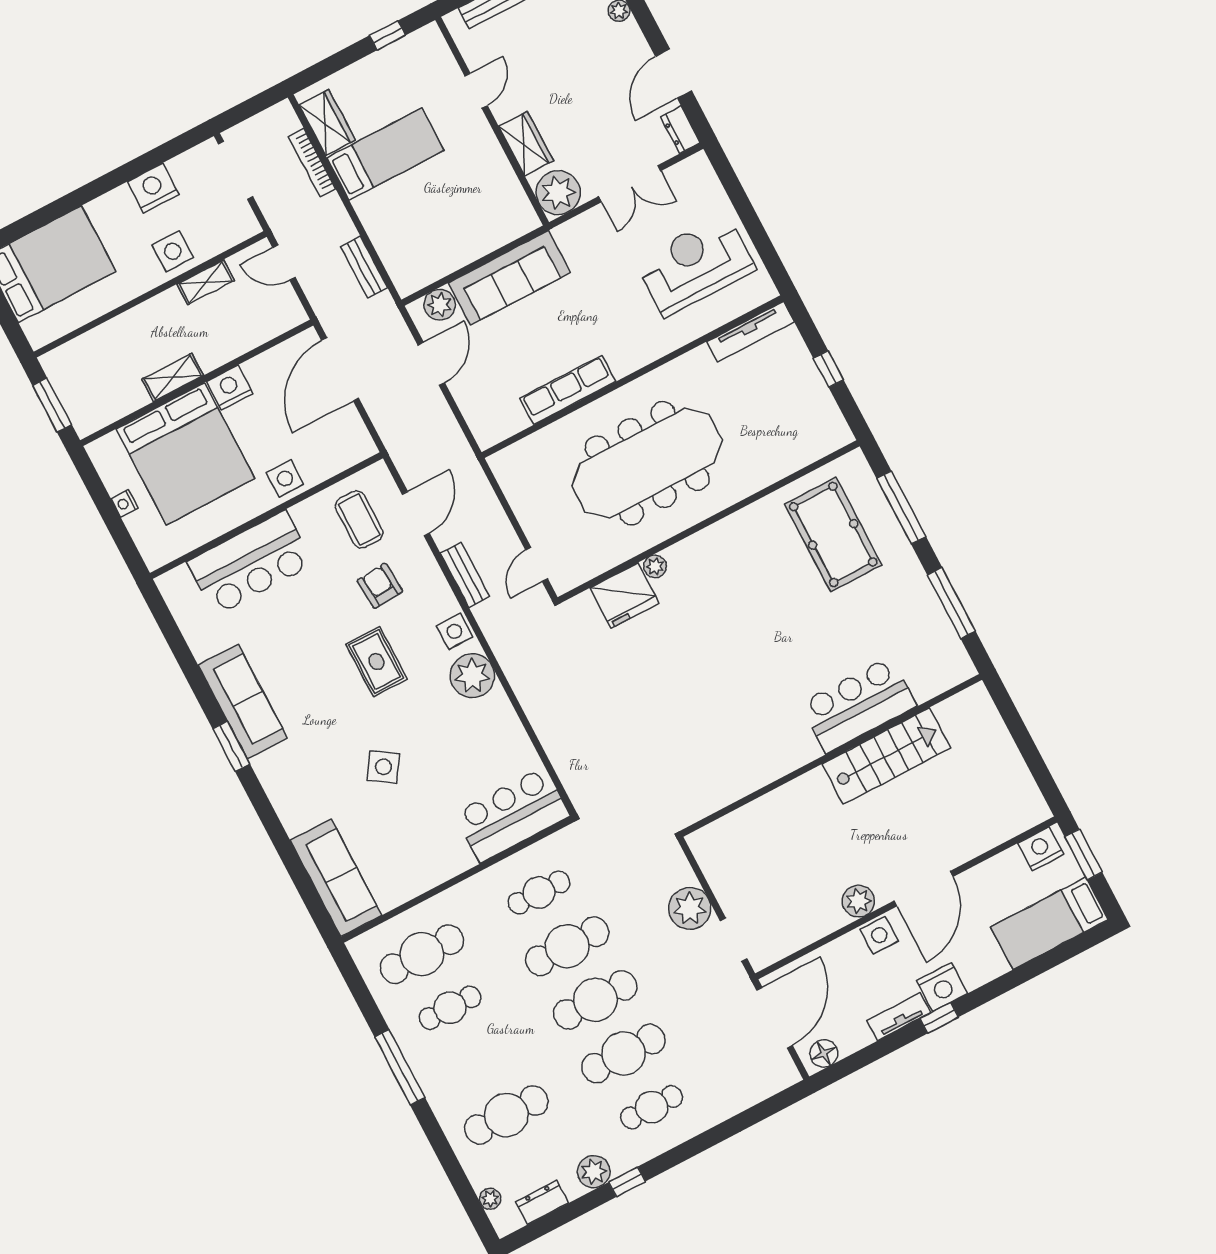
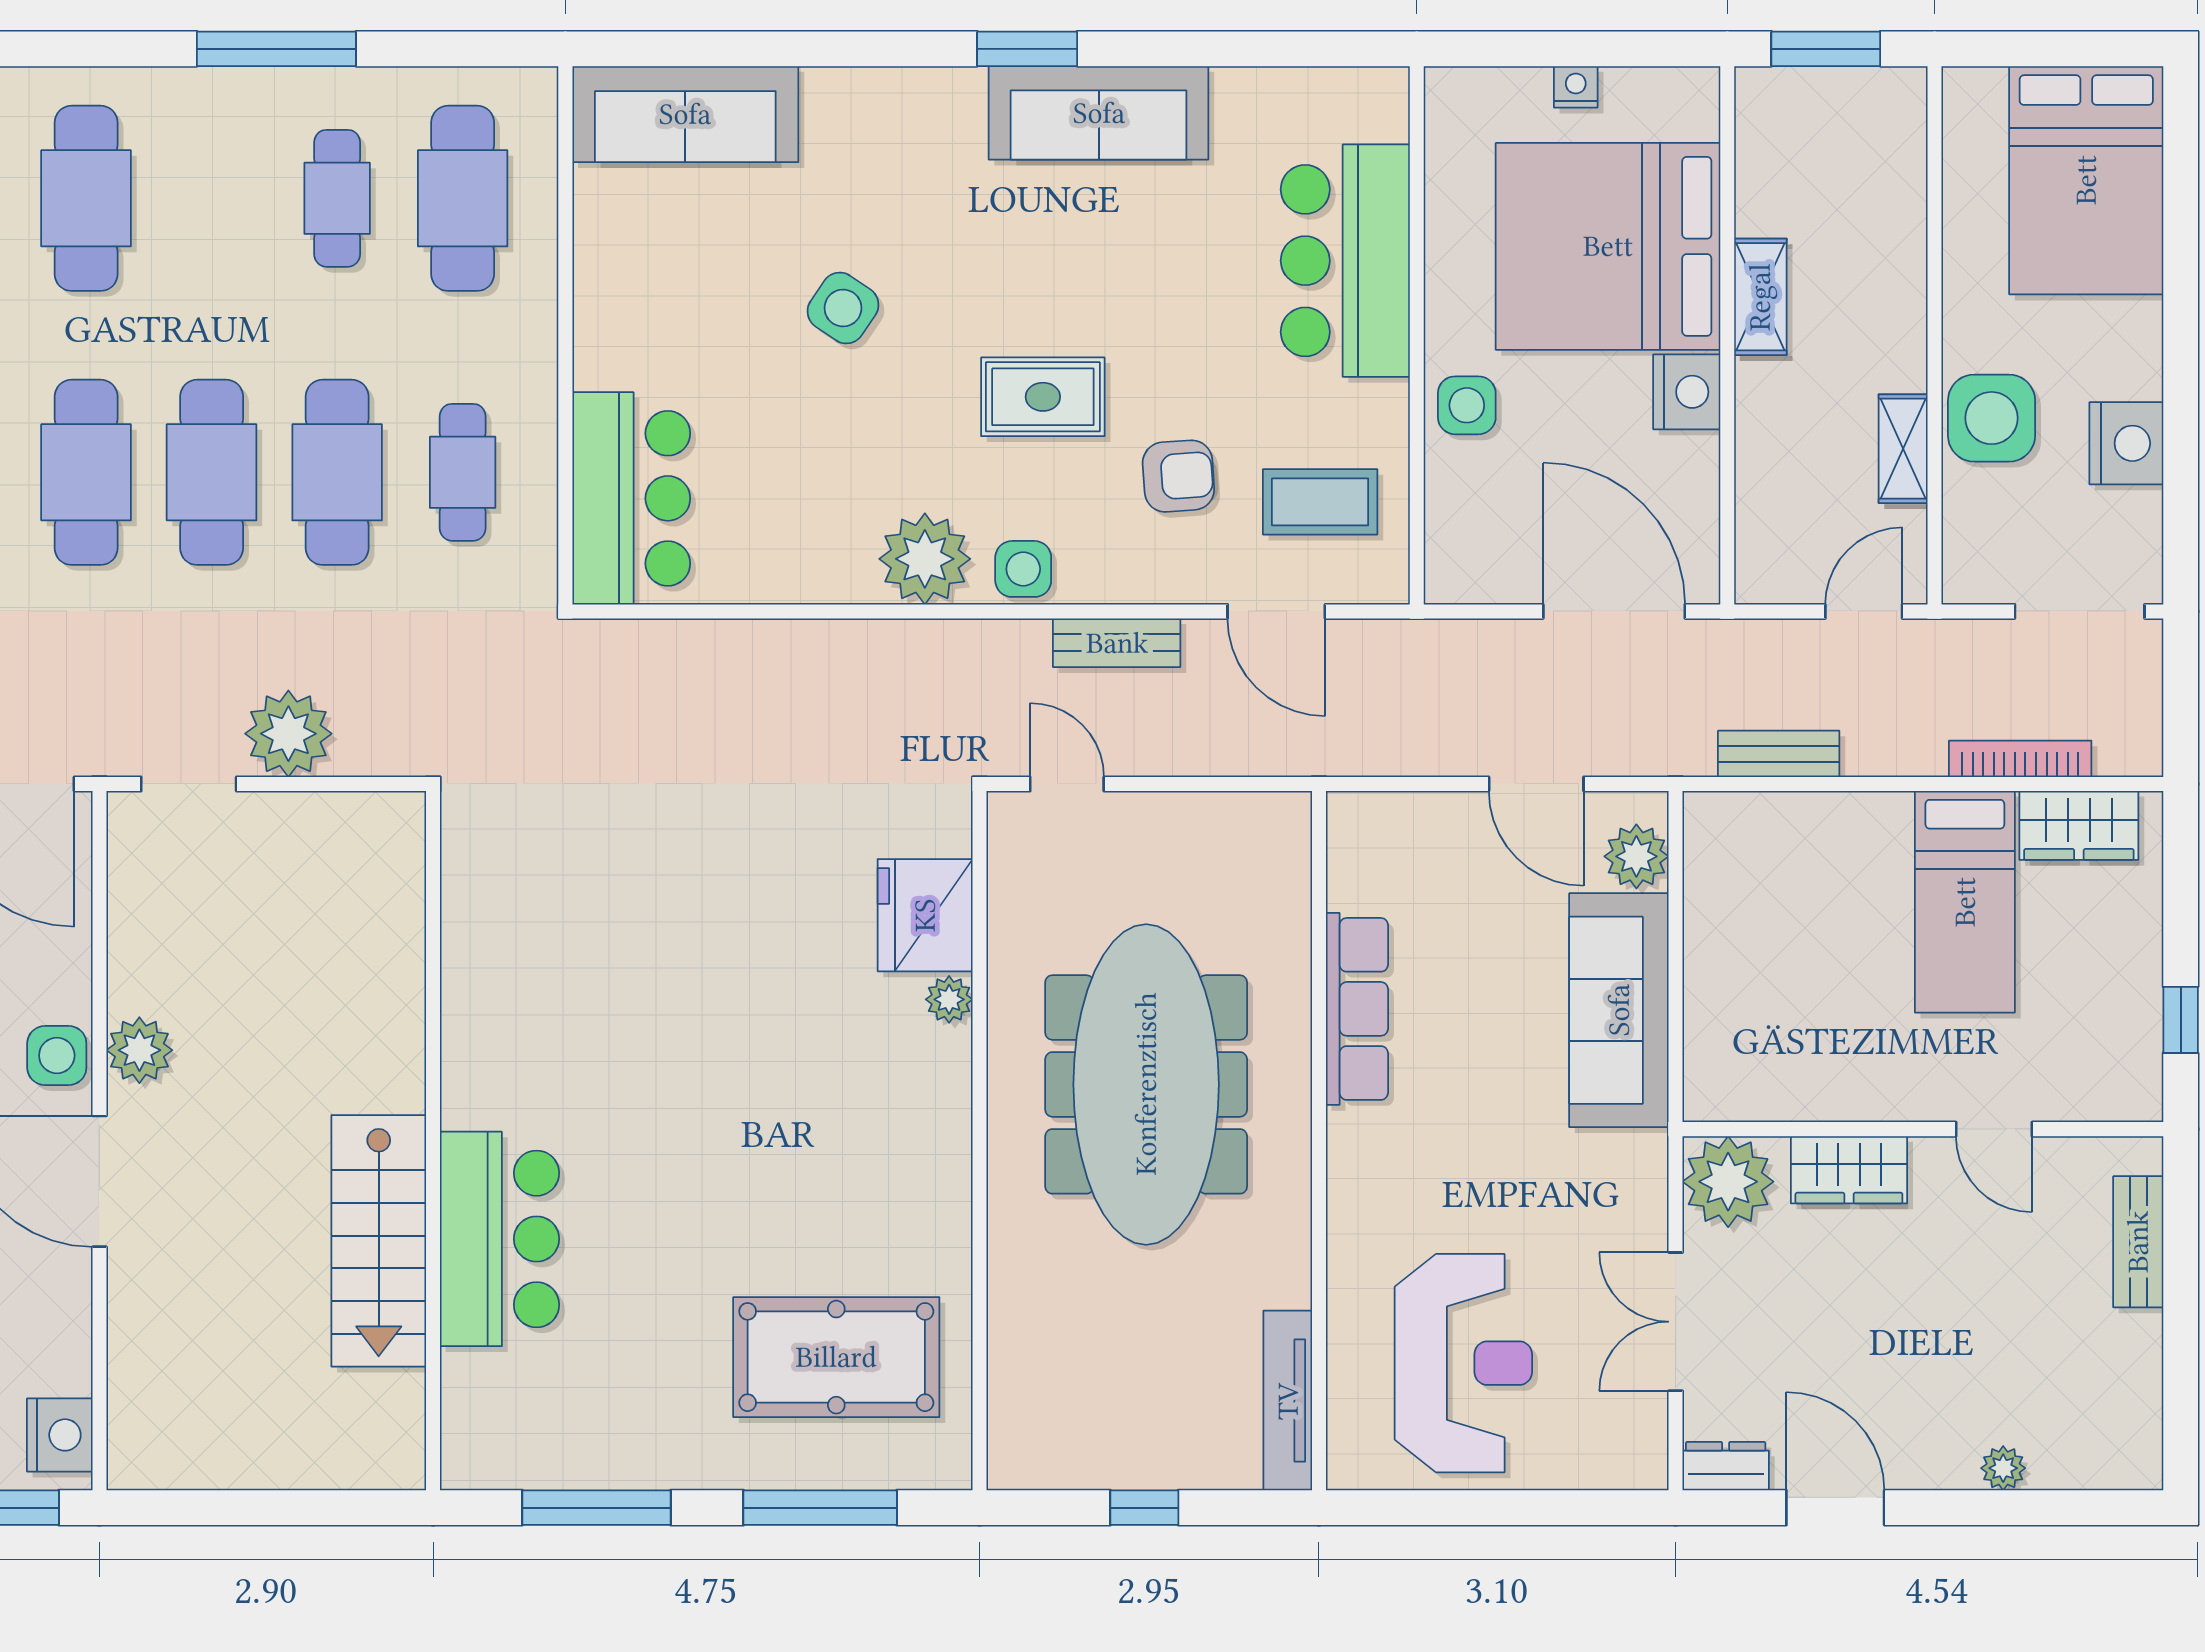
side table: (173, 251) -> (1992, 418), width x1.37, depth x1.37

